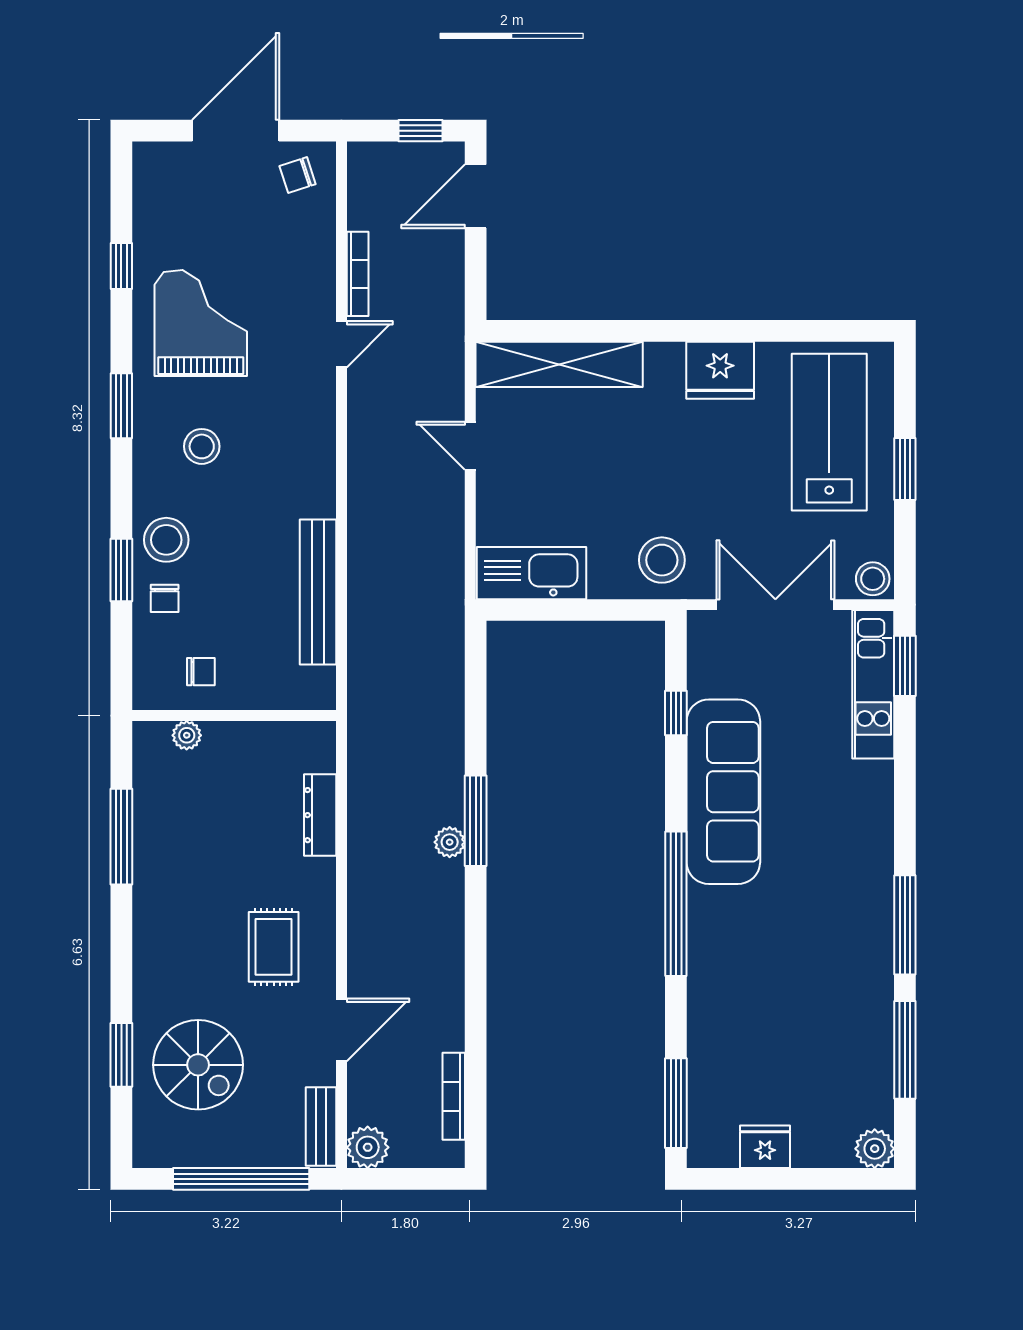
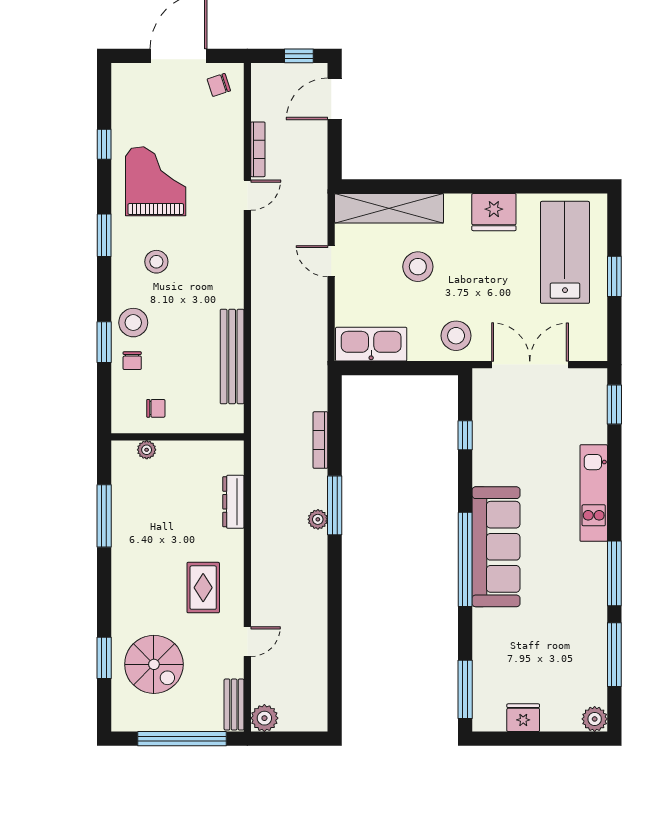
stool: (873, 579) -> (418, 267), moved, width x1.38, depth x1.38
kitchen unit: (873, 684) -> (594, 493), moved
sofa: (723, 792) -> (496, 547), moved
door: (341, 1030) -> (247, 642), width x0.73
bookcase: (454, 1096) -> (320, 440), moved

